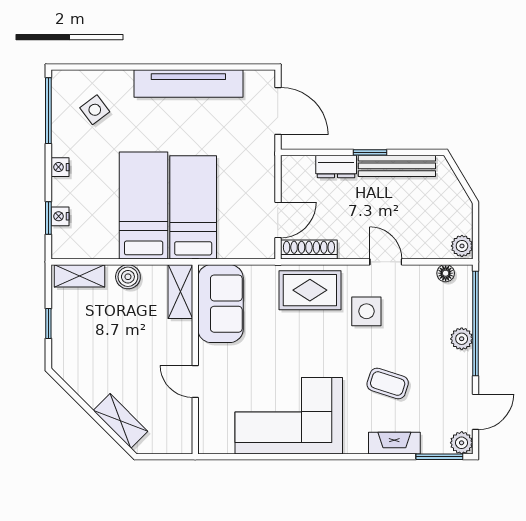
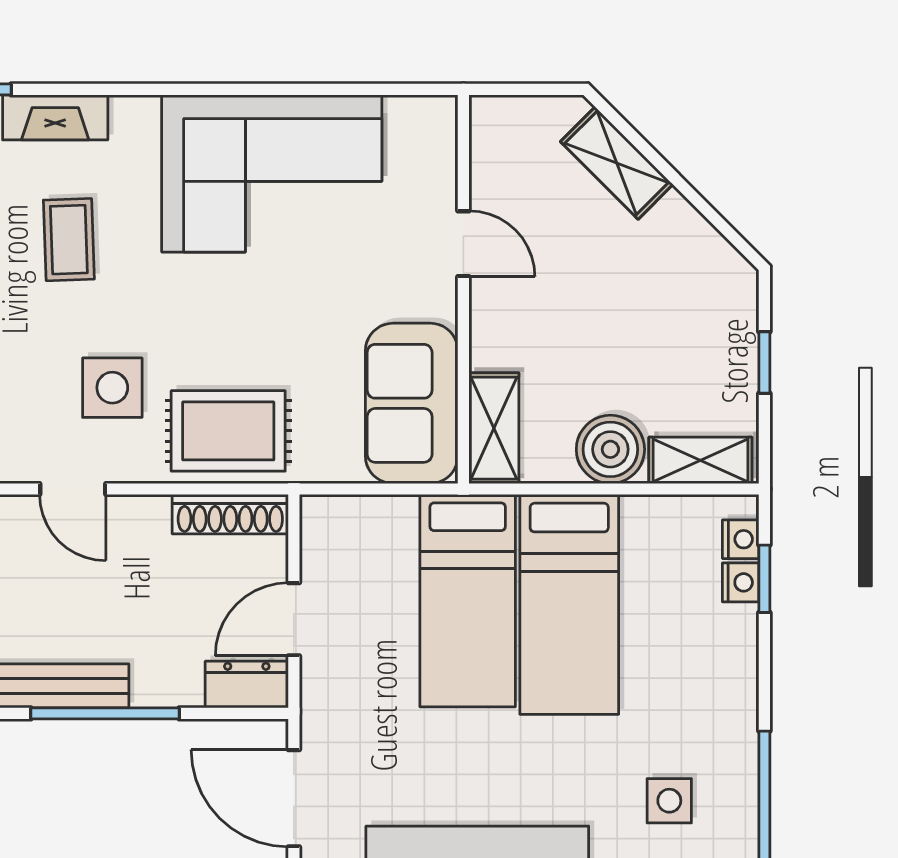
side table: (95, 110) -> (669, 801), turned 37
window: (370, 152) -> (105, 713), width x2.17
dresser: (336, 166) -> (247, 685), moved
nightstand: (60, 167) -> (741, 539), moved
door: (278, 220) -> (294, 619), moved
boiler: (128, 277) -> (610, 449), width x1.36, depth x1.36
coffee table: (388, 383) -> (69, 240), turned 70

